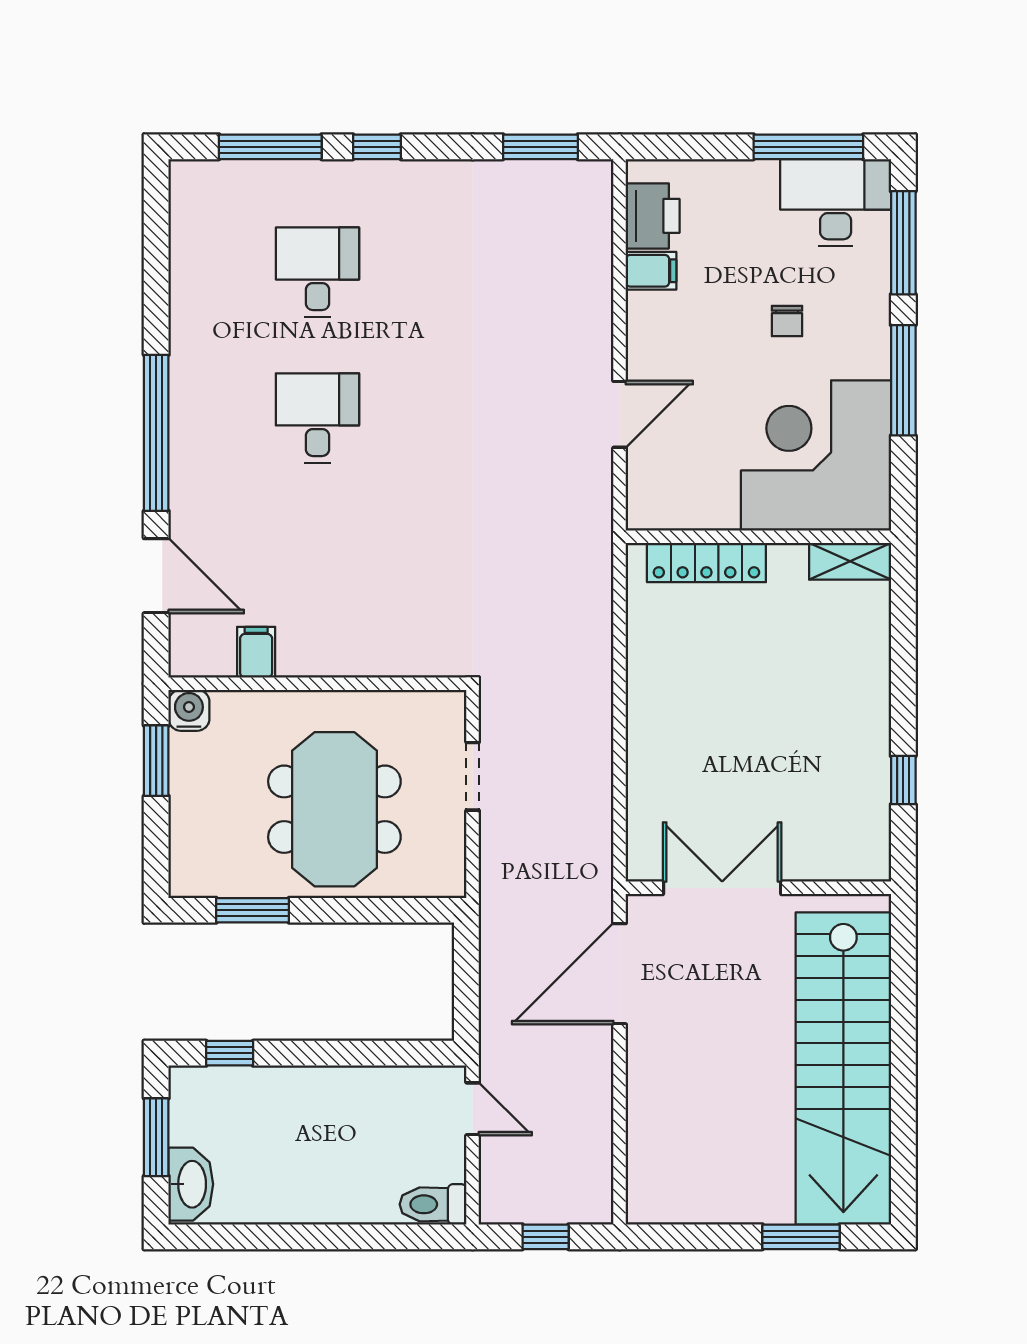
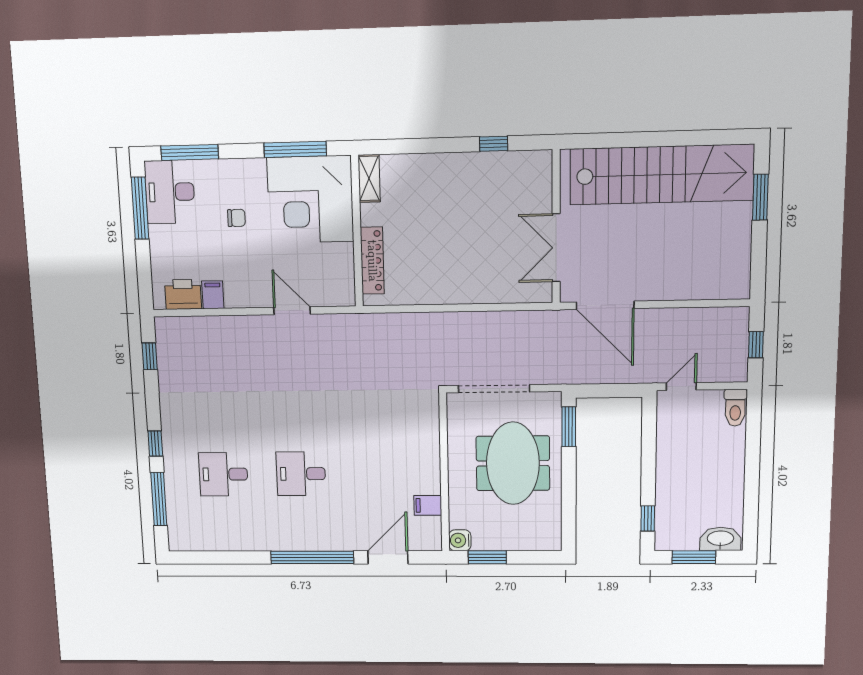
window: (540, 147) -> (150, 356), width x0.67
window: (903, 380) -> (295, 149), moved
doorway: (473, 776) -> (494, 389), width x1.87
meeting table: (334, 809) -> (513, 463), turned 90
window: (253, 910) -> (569, 427), moved

